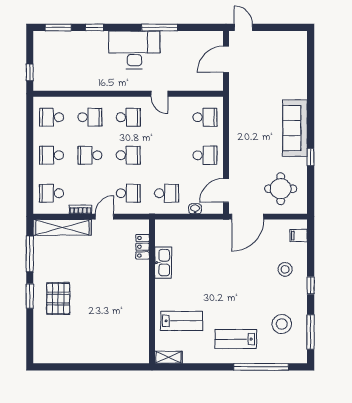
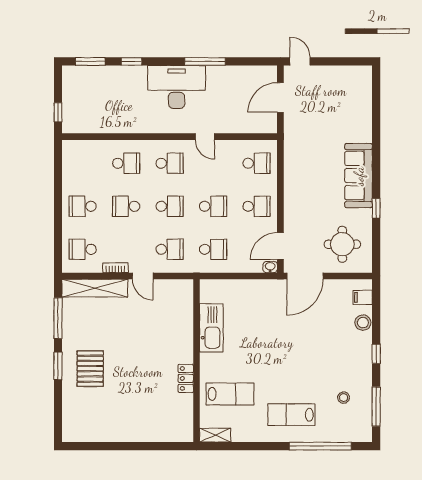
school desk: (52, 117) -> (213, 206), moved, turned 180
washbasin: (195, 209) -> (270, 267), moved
door: (104, 217) -> (143, 276), swing flipped
locker: (143, 247) -> (186, 378), moved
kitchen sink: (163, 263) -> (211, 328), width x1.36, depth x1.24
stool: (285, 269) -> (363, 323), moved
stool: (282, 324) -> (344, 398), width x0.53, depth x0.53

